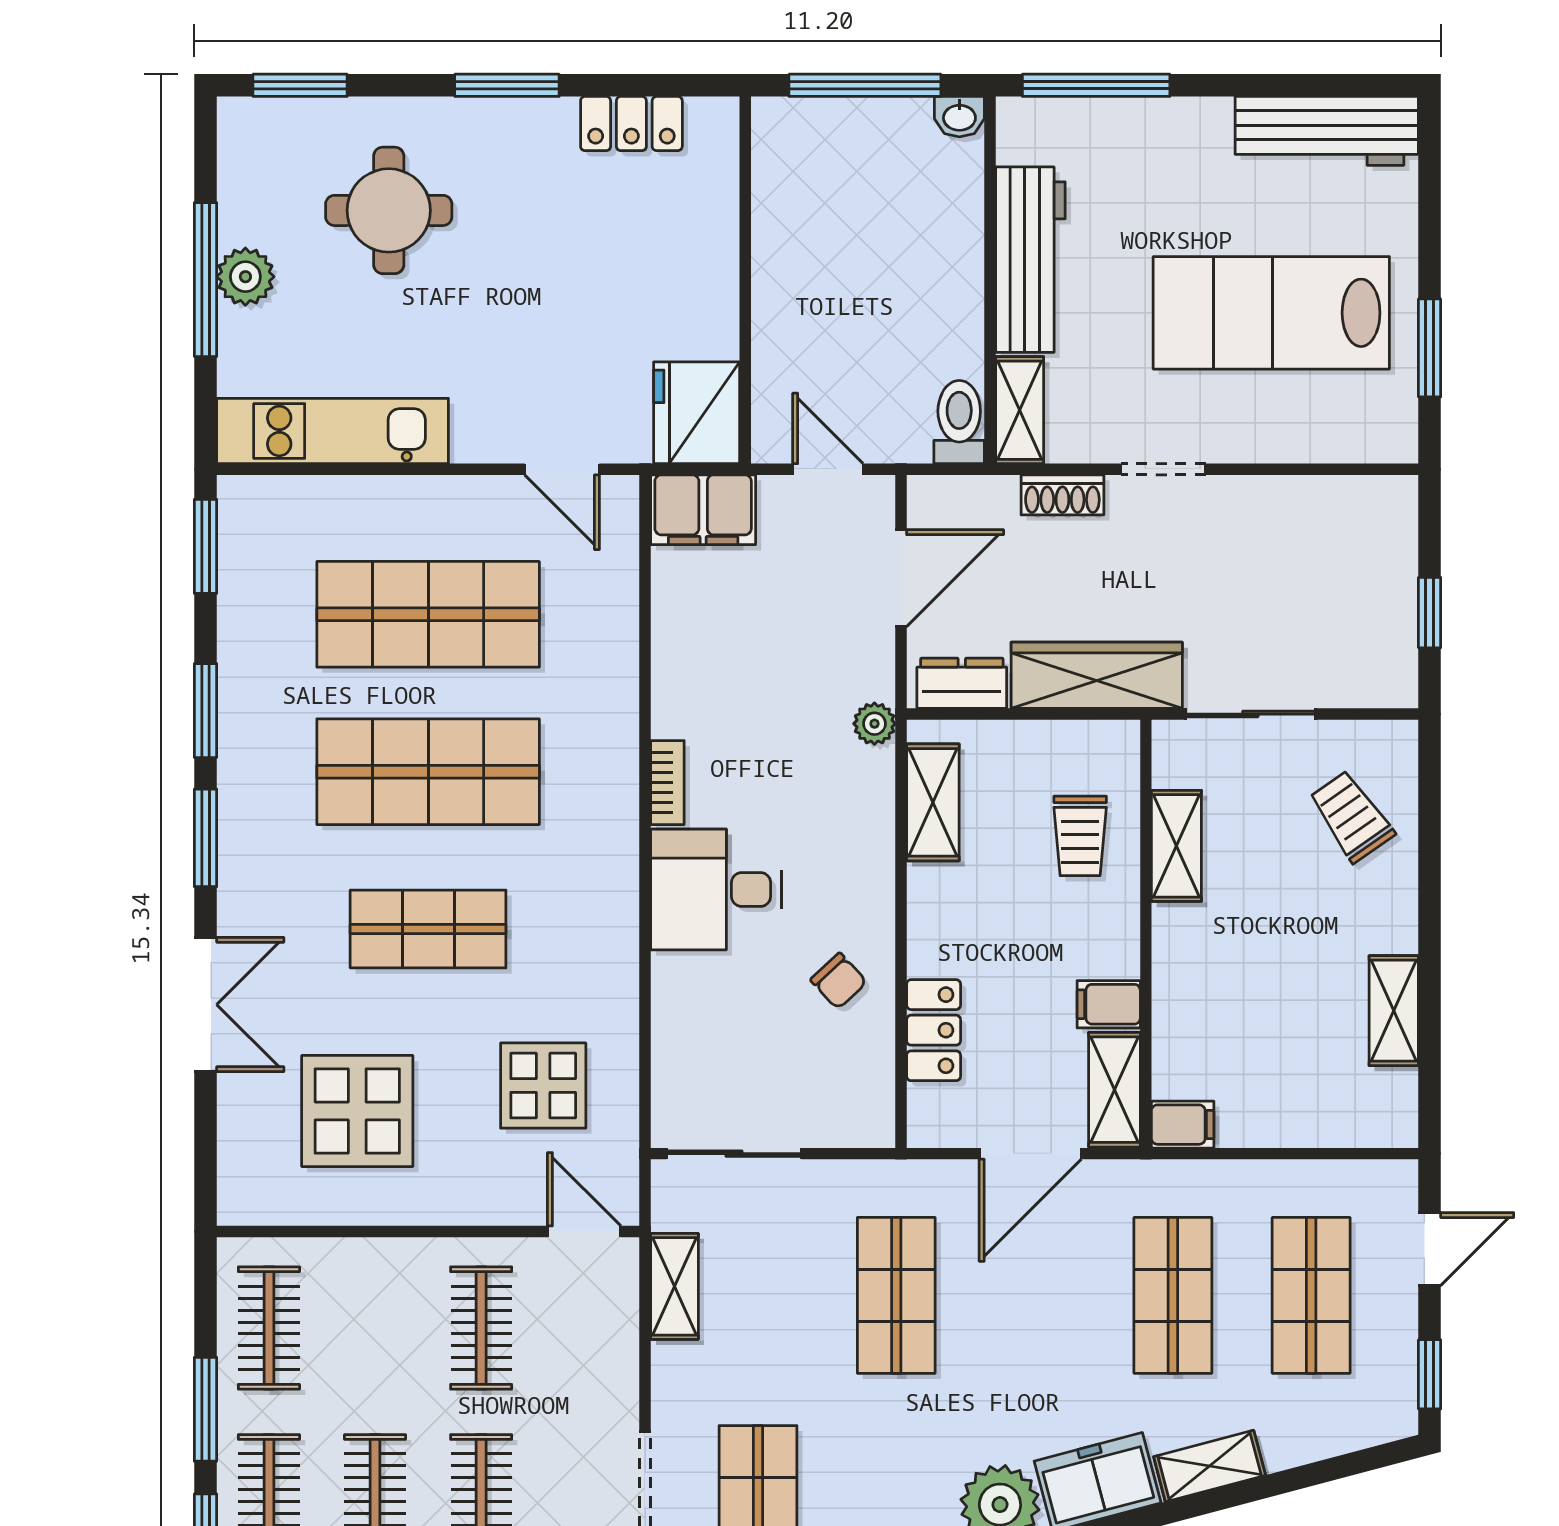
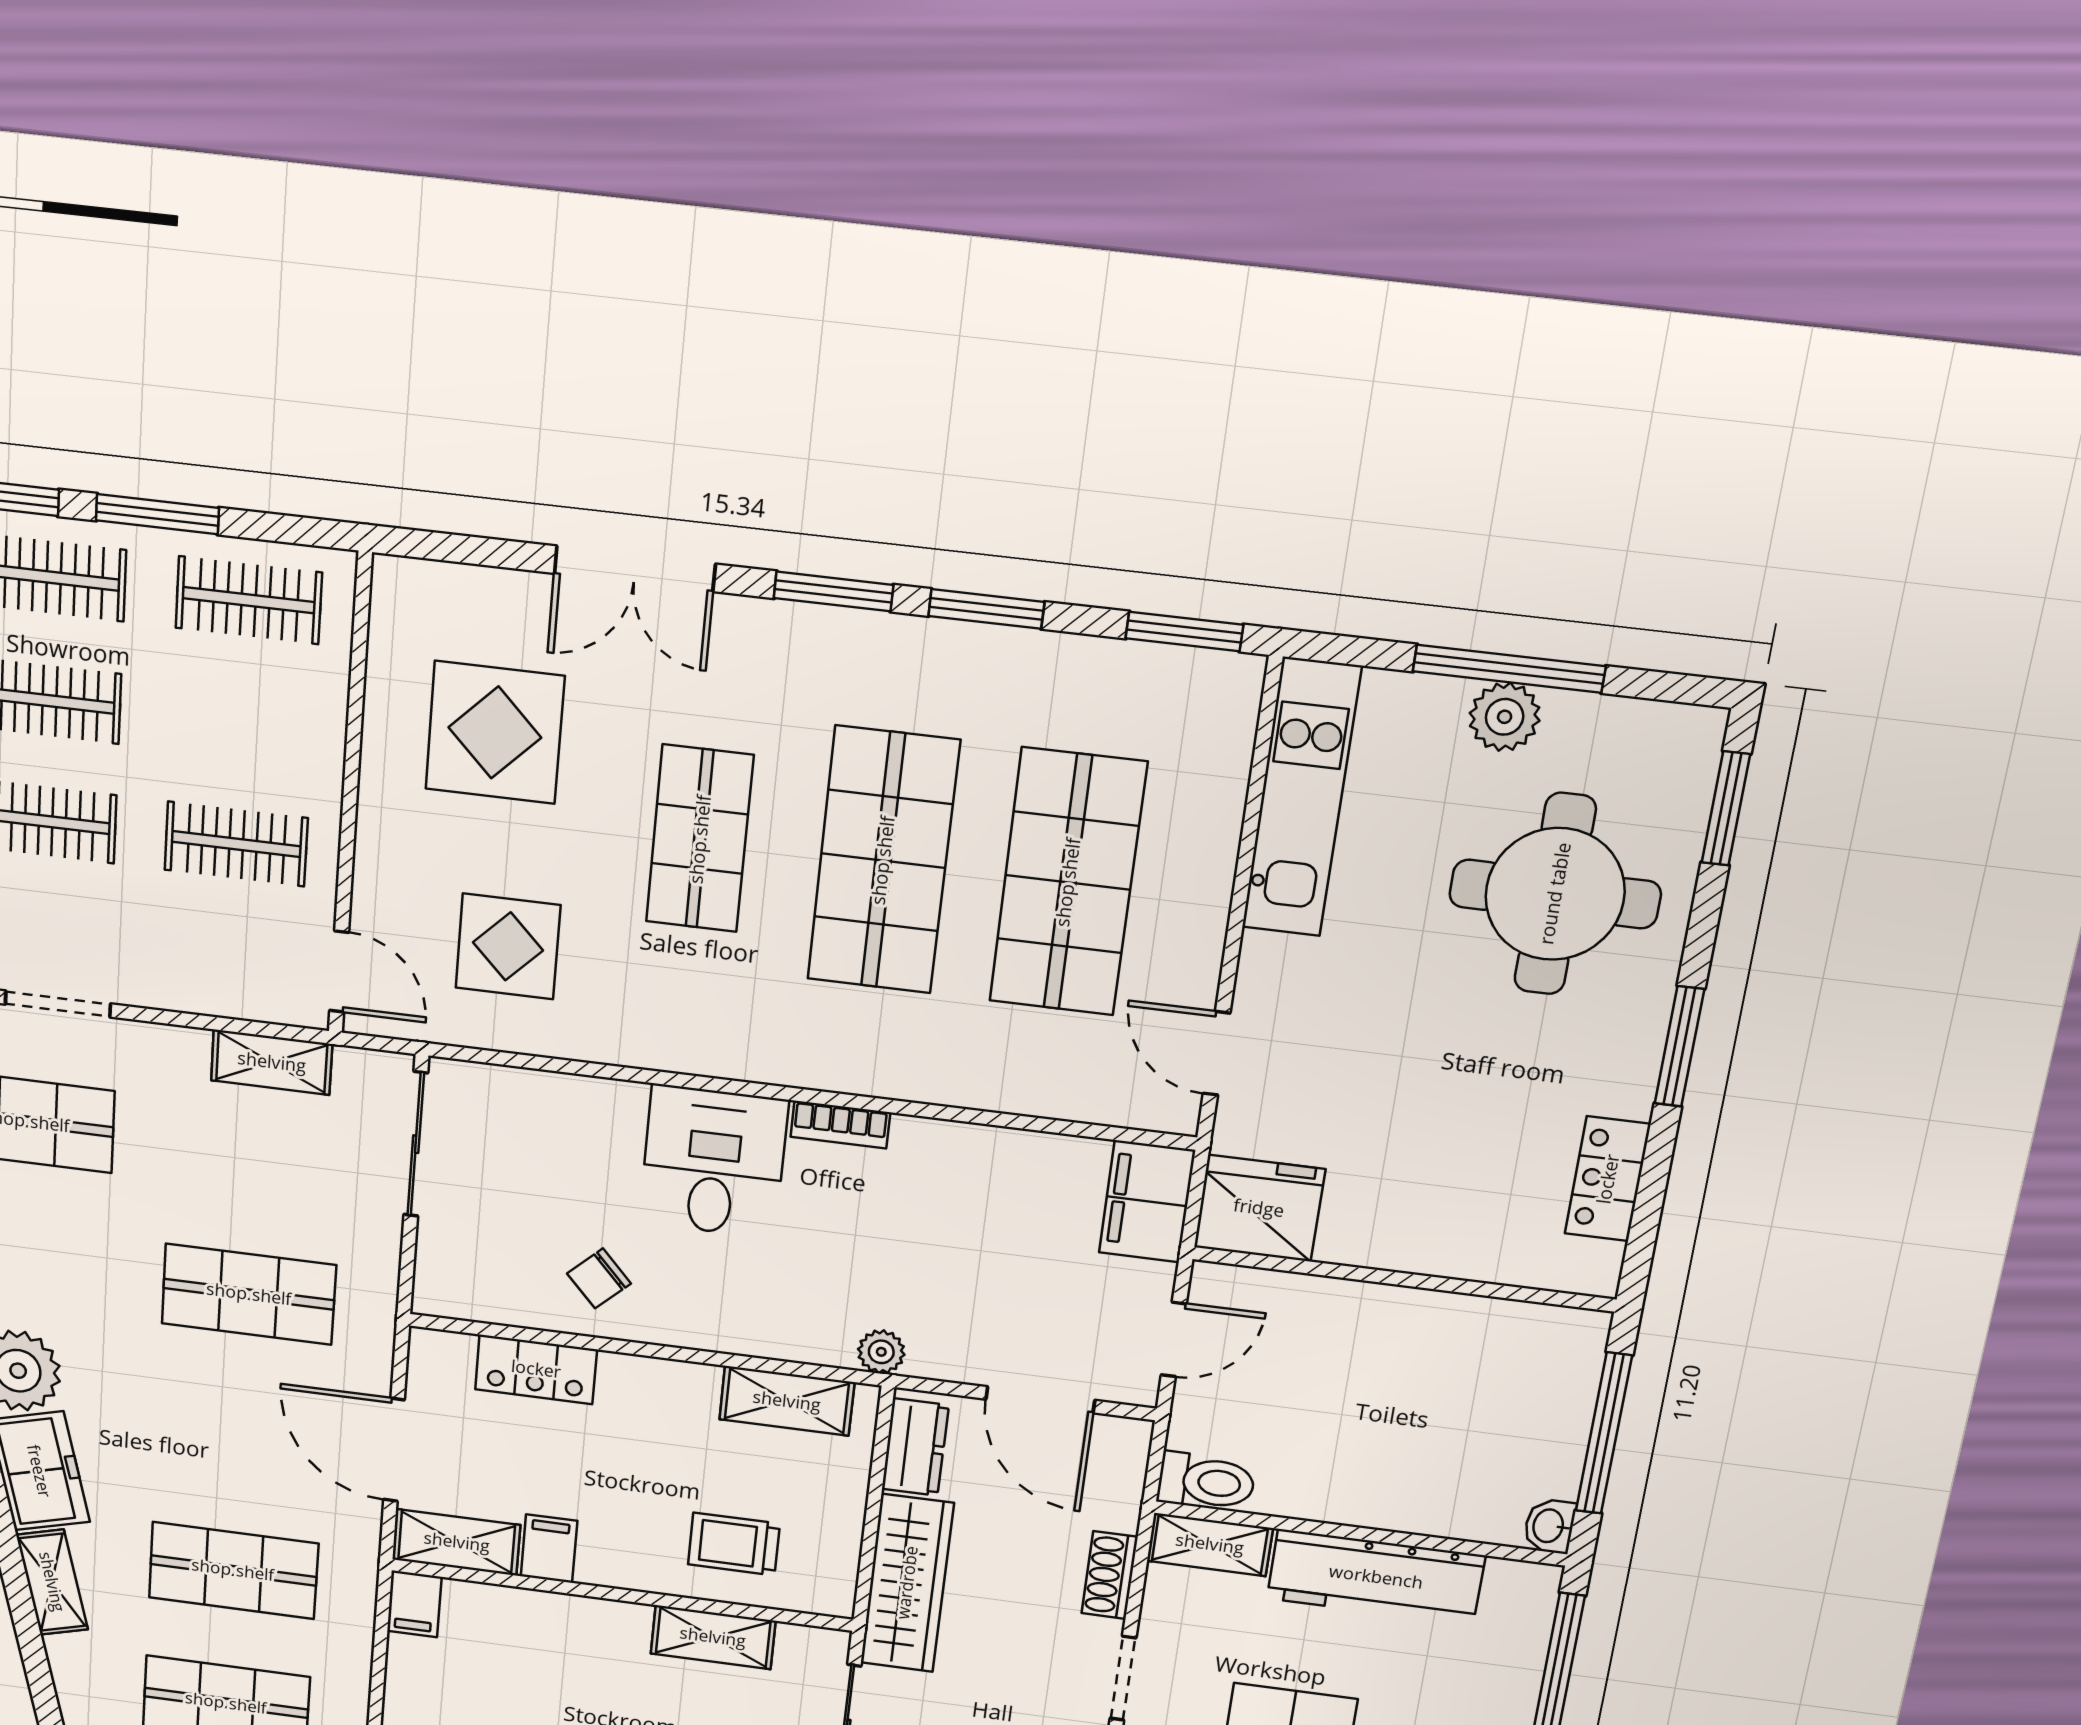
round table: (389, 210) -> (1555, 894), width x1.36, depth x1.36
door: (562, 469) -> (1217, 1053), hinge flipped
door: (584, 1231) -> (339, 972), hinge flipped

